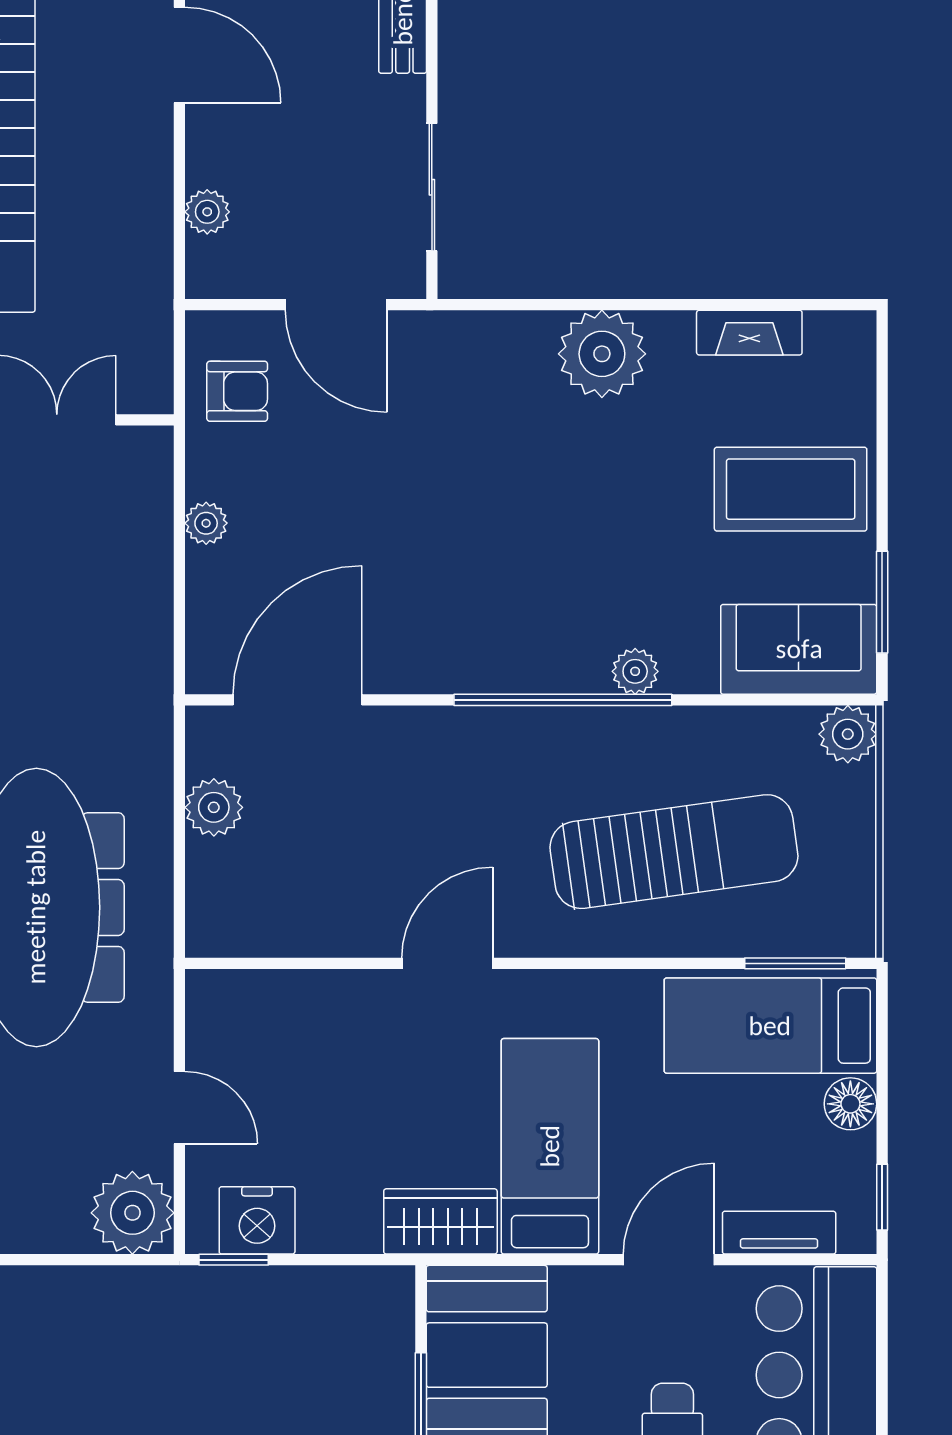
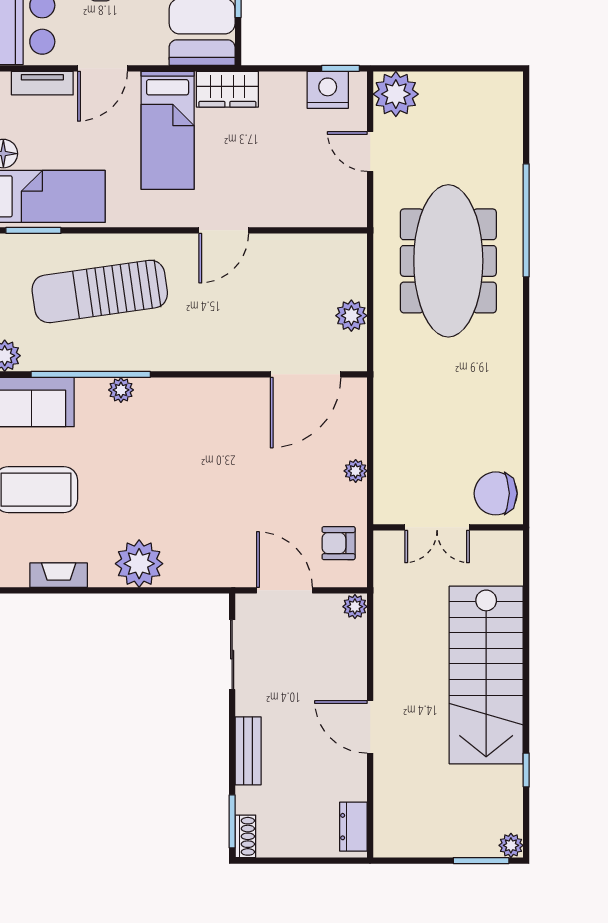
plant: (207, 212) -> (355, 607), moved
window: (563, 700) -> (91, 374), moved

